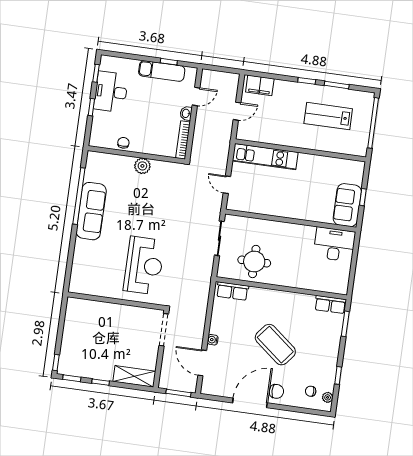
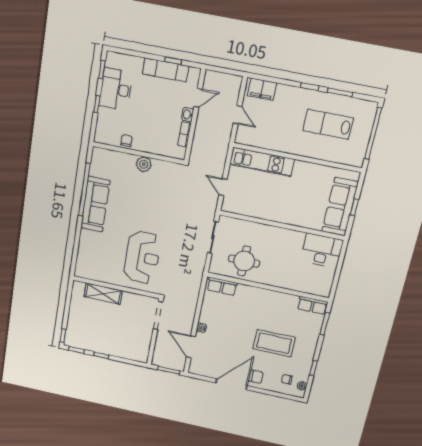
door: (237, 111) -> (237, 115), hinge flipped
bookcase: (183, 140) -> (184, 134), width x0.64
sofa: (347, 205) -> (340, 207), width x1.36
coffee table: (275, 345) -> (274, 343), moved, turned -39
shelving: (134, 376) -> (103, 294), moved

